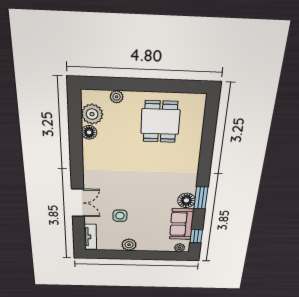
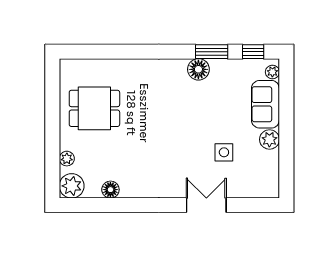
plant: (92, 114) -> (72, 186), moved
window: (201, 198) -> (212, 52), moved
sofa: (182, 224) -> (265, 104), moved, turned 90
tv unit: (90, 237) -> (258, 190), removed

